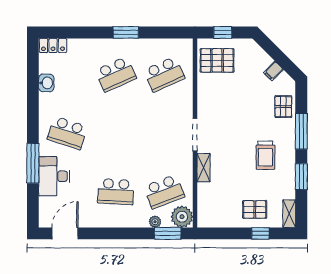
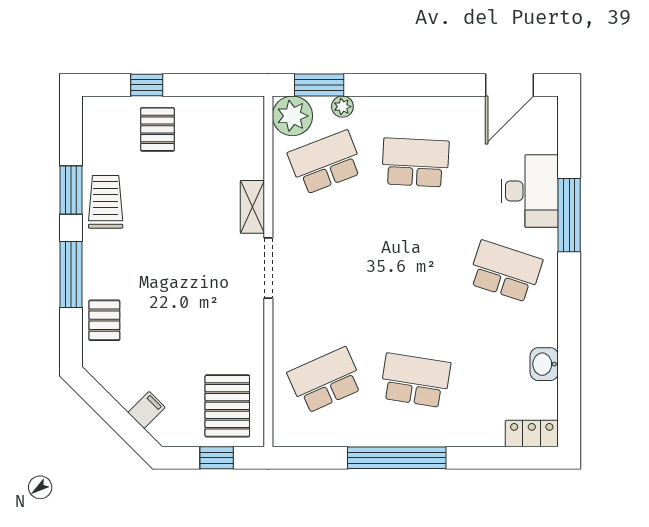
window: (126, 32) -> (397, 458), width x2.11
pallet: (217, 60) -> (227, 406), turned 90
filing cabinet: (273, 71) -> (146, 410), moved
school desk: (116, 74) -> (415, 380), turned 33
trolley: (265, 155) -> (106, 202), moved
pallet: (255, 209) -> (157, 129), turned 90
shelving: (289, 214) -> (94, 122), removed

